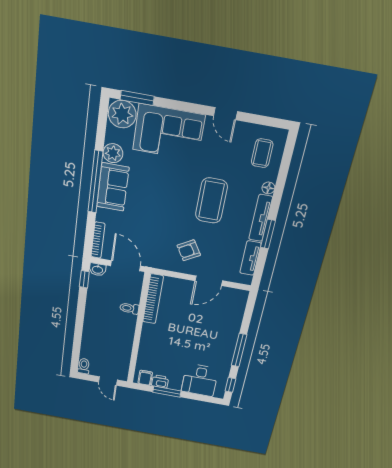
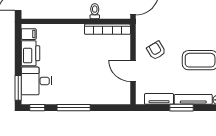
printer: (160, 382) -> (30, 53), width x1.87, depth x1.48
window: (167, 392) -> (18, 88), moved

